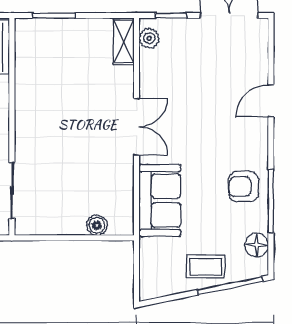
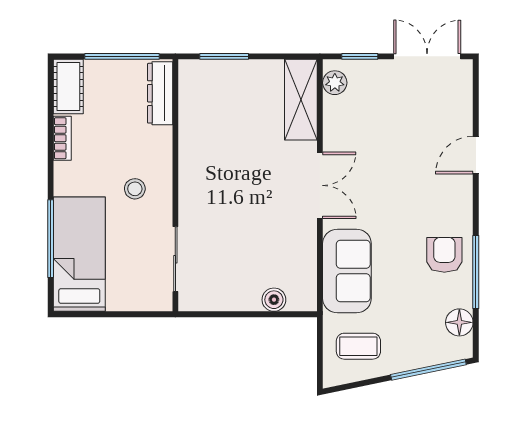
shelving: (124, 41) -> (301, 100), width x1.50, depth x1.33
armchair: (244, 187) -> (444, 255), turned 90
coffee table: (206, 266) -> (358, 346), moved

